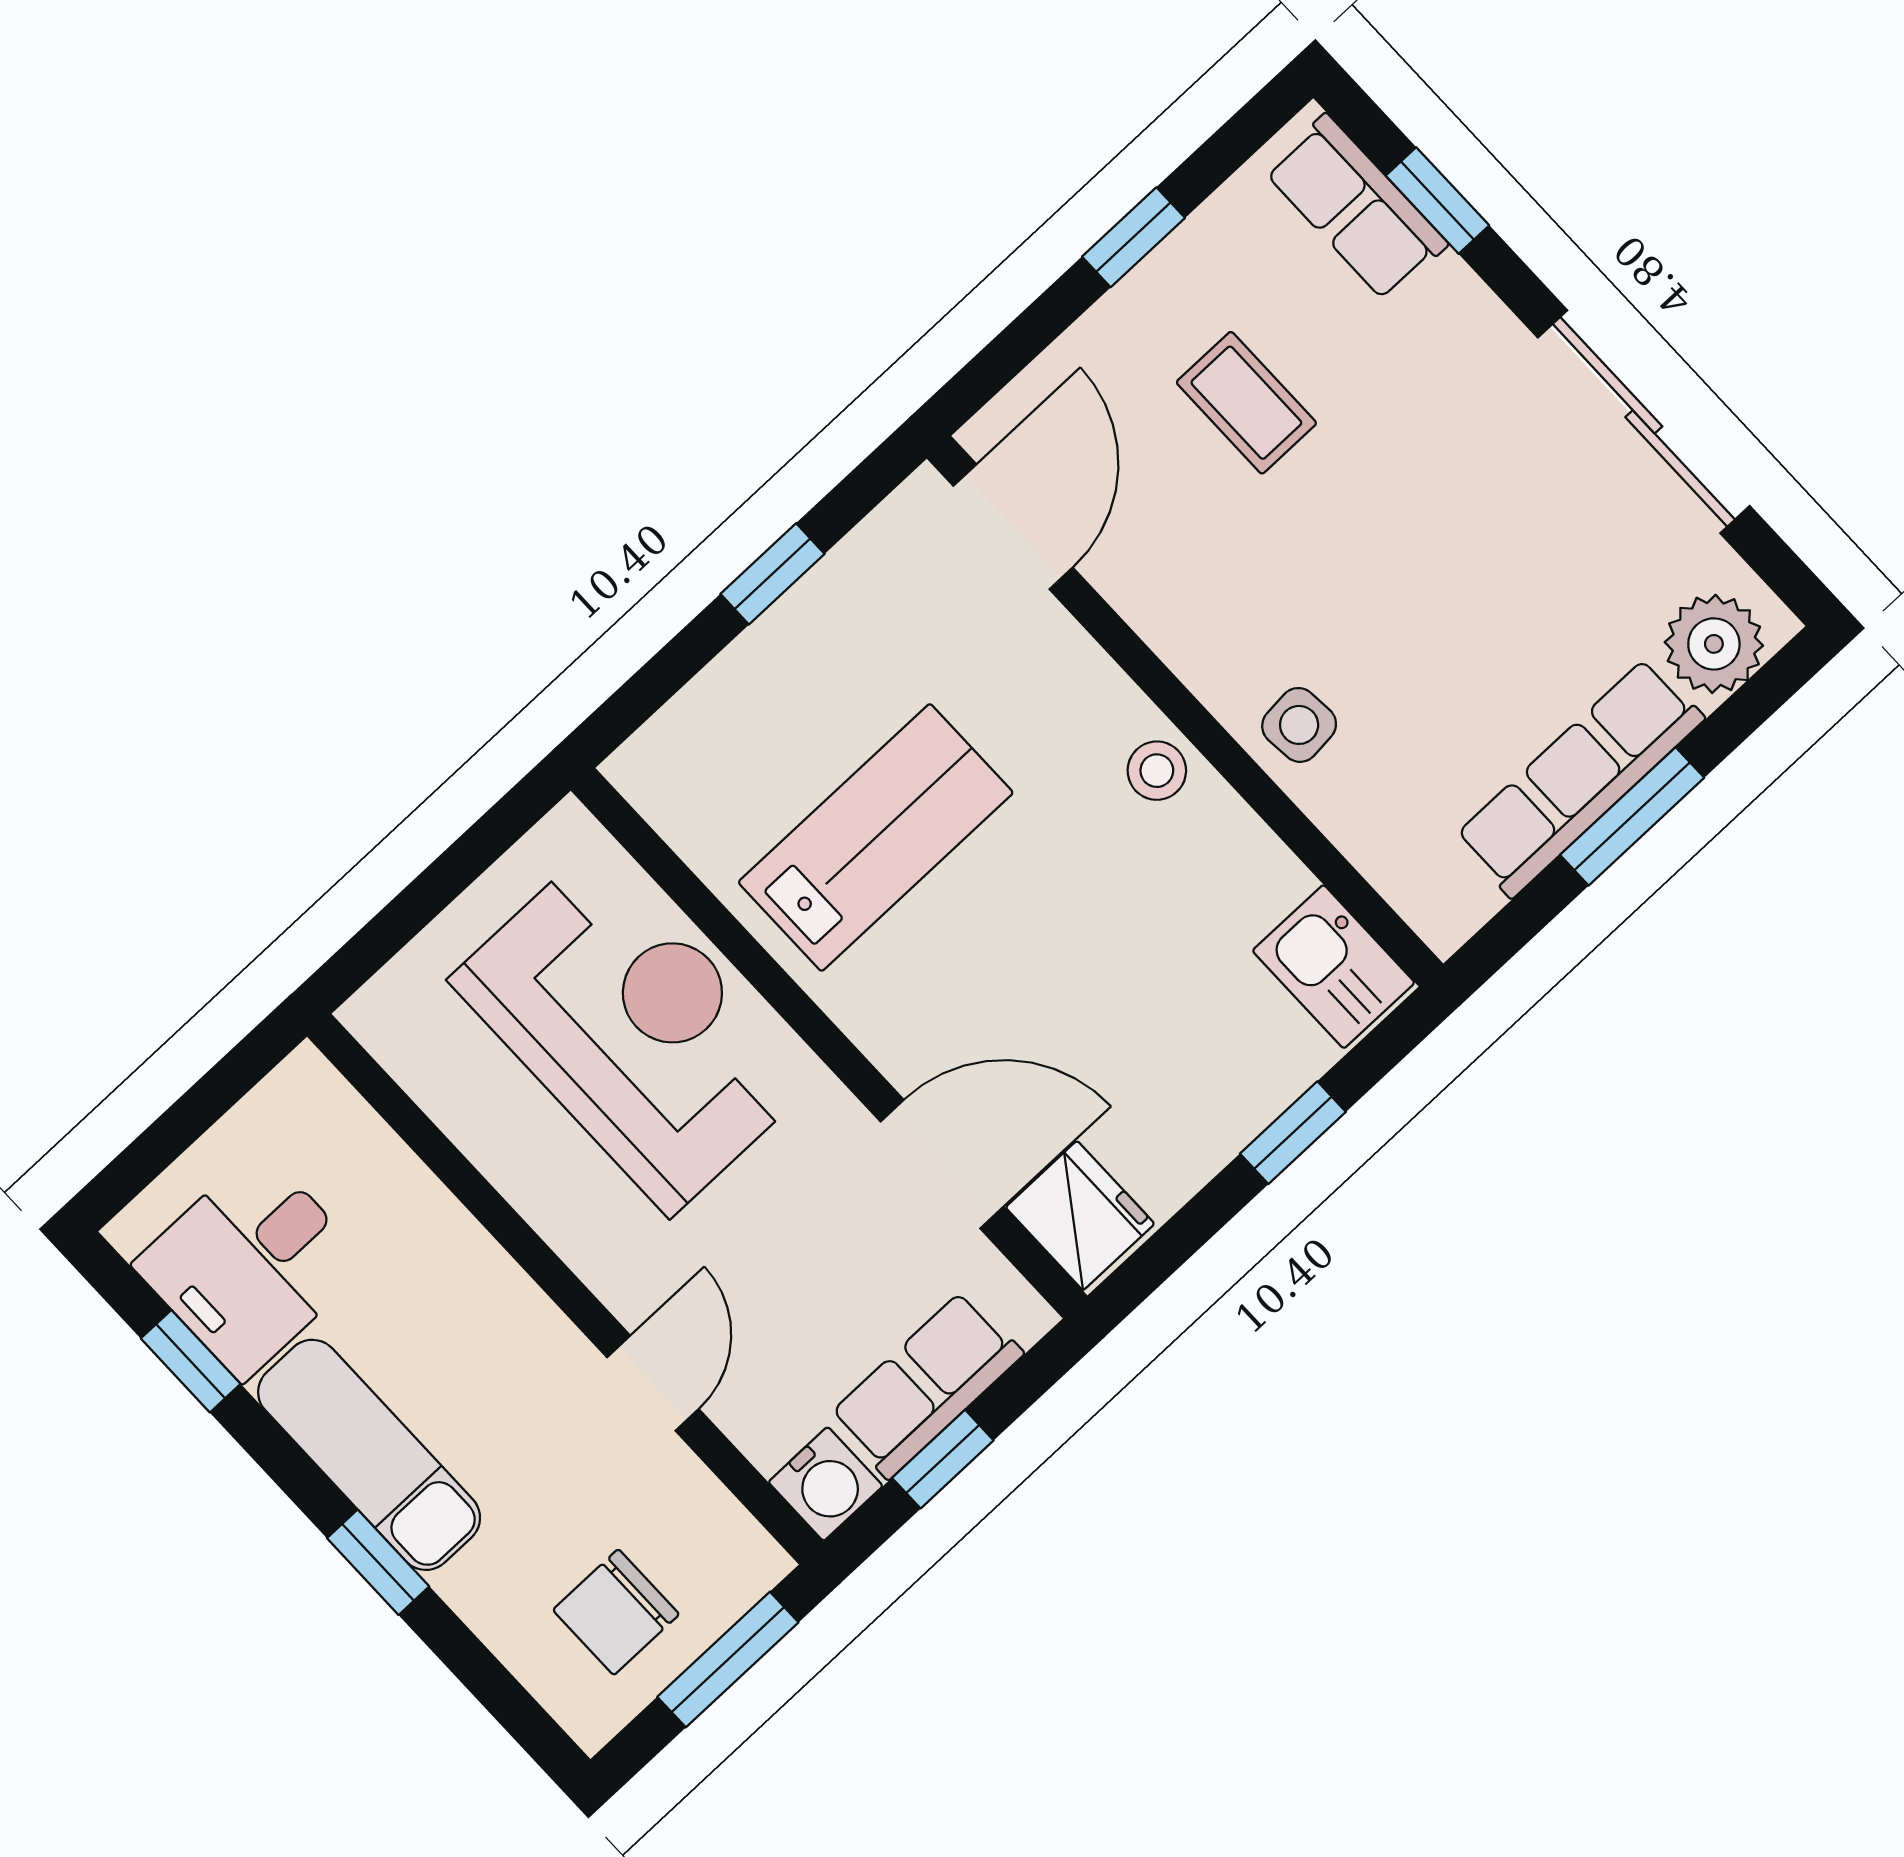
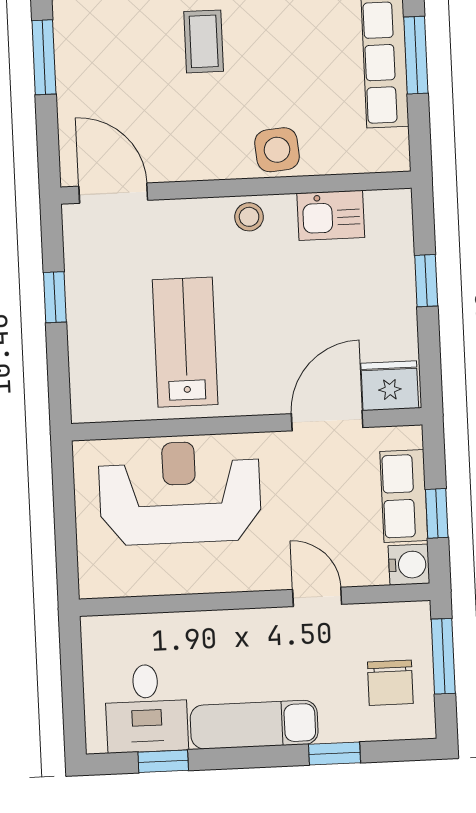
window: (1133, 237) -> (44, 57), width x1.50
coffee table: (1246, 403) -> (204, 41), moved, turned 90
side table: (1299, 725) -> (277, 150), width x1.37, depth x1.37
kitchen sink: (1334, 967) -> (331, 215), moved
window: (378, 1562) -> (334, 753), moved

